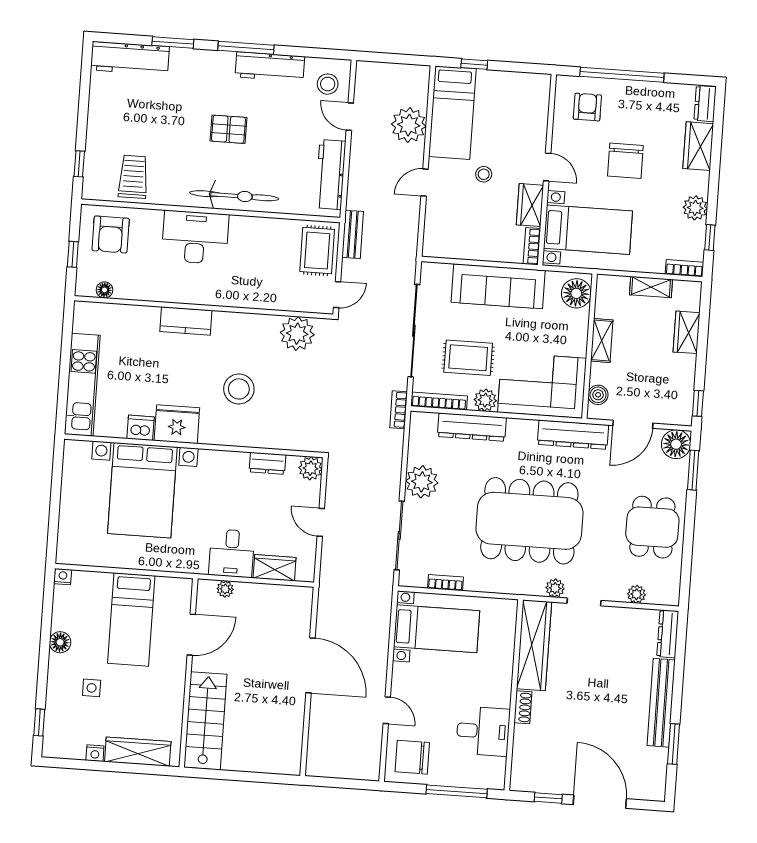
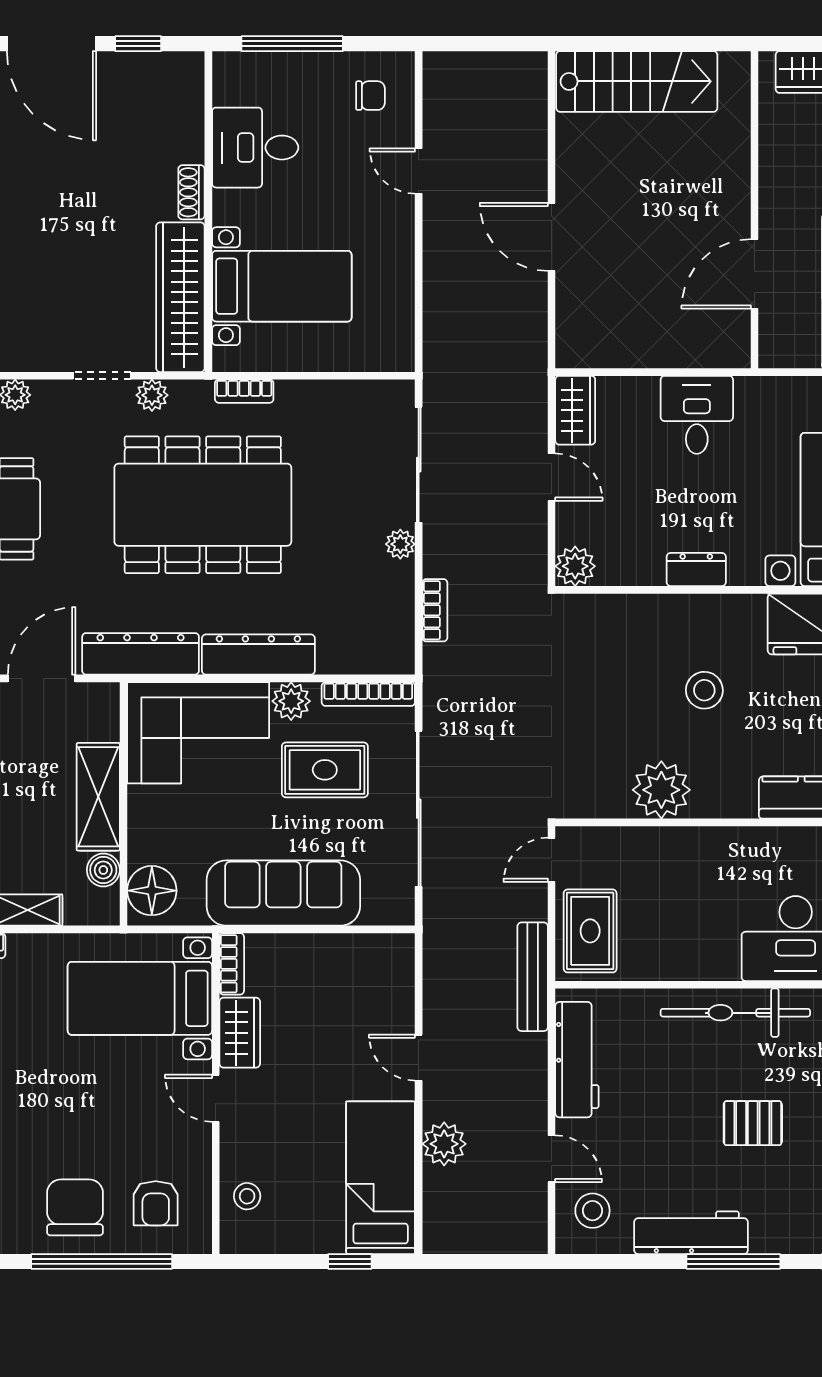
plant: (409, 125) -> (444, 1144), width x0.73, depth x0.73
chair: (625, 161) -> (75, 1207), moved
stool: (484, 174) -> (247, 1196), moved
door: (425, 183) -> (419, 1058), swing flipped
bench: (353, 234) -> (533, 977), width x1.36
plant: (297, 334) -> (661, 790), moved
shelving: (602, 341) -> (98, 797), width x1.50, depth x1.33
stool: (239, 389) -> (704, 690), width x0.73, depth x0.73
boiler: (598, 395) -> (103, 870), moved
bookcase: (399, 410) -> (435, 610), moved
dresser: (472, 427) -> (258, 655), moved
dresser: (267, 463) -> (696, 569), moved
plant: (422, 482) -> (400, 544), width x0.53, depth x0.53
wardrobe: (275, 568) -> (575, 410), moved, turned -90
bookcase: (446, 583) -> (244, 391), moved
plant: (225, 589) -> (703, 354), removed
bed with nightstands: (437, 629) -> (282, 286), moved, turned 180
door: (310, 665) -> (552, 237), width x0.73
stairs: (205, 721) -> (637, 81), moved, turned -90
chair: (412, 757) -> (370, 96), width x0.54, depth x0.54

